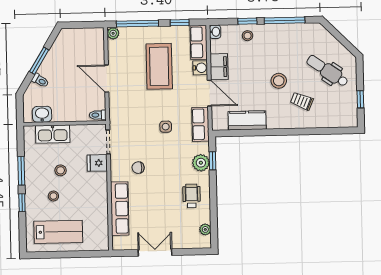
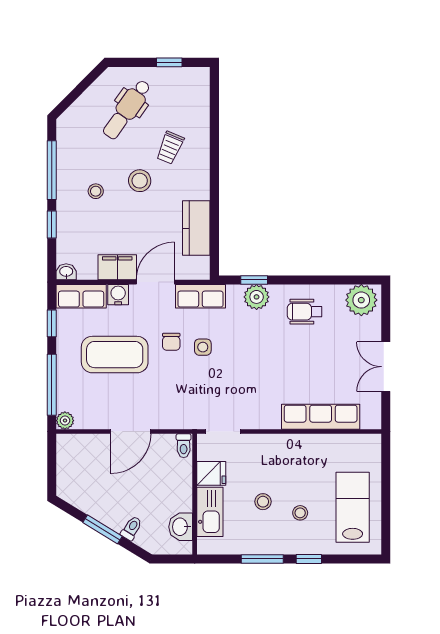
stool: (248, 36) -> (96, 191), moved
fridge: (97, 163) -> (211, 473), moved, turned -90
chair: (138, 168) -> (171, 342), moved
plant: (205, 229) -> (361, 300), width x1.87, depth x1.87

